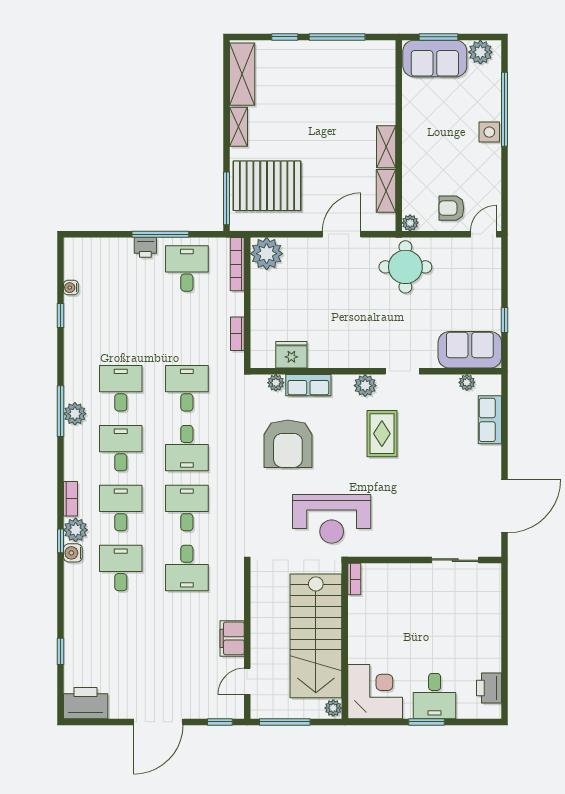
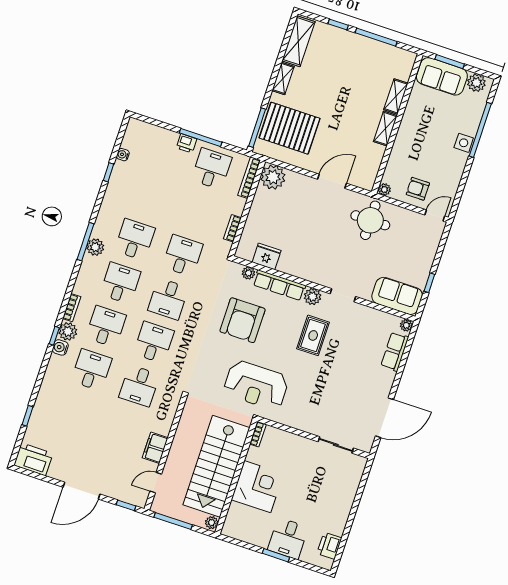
shelving: (386, 191) -> (396, 96), moved
plant: (467, 382) -> (406, 325), moved
row of seats: (308, 385) -> (279, 285), width x1.48
corner desk: (375, 692) -> (257, 487), moved

